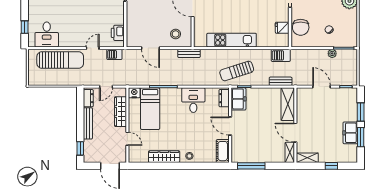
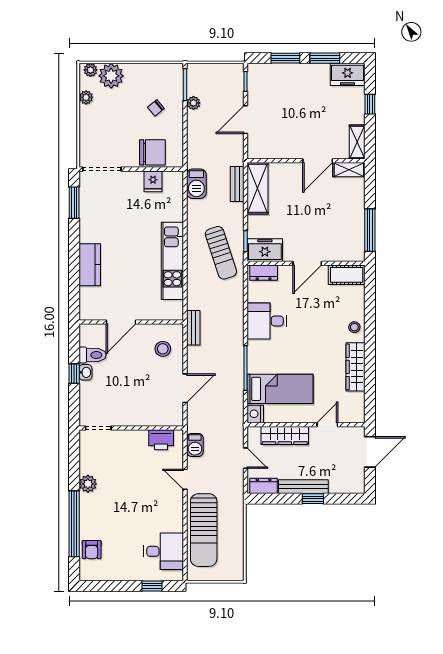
sun lounger: (60, 60) -> (204, 530), turned 180
shelving: (288, 104) -> (258, 188), moved, turned 90
freezer: (350, 133) -> (348, 74), moved
window: (80, 148) -> (313, 499), moved

